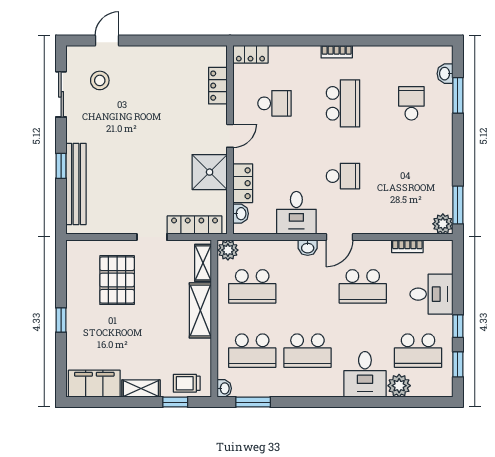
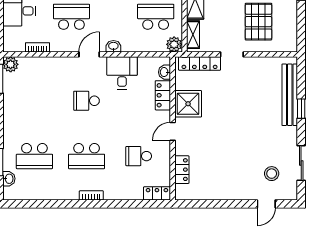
school desk: (343, 103) -> (87, 156), turned -90
school desk: (411, 103) -> (34, 156), width x1.85

